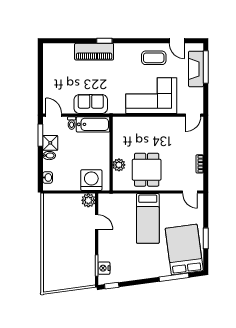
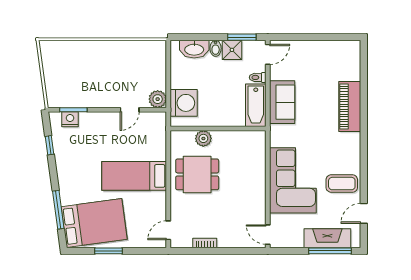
window: (104, 41) -> (364, 120), removed
coffee table: (154, 58) -> (342, 184), turned 90
washbasin: (48, 177) -> (194, 49), width x1.91, depth x1.45
window: (112, 286) -> (50, 145), moved

